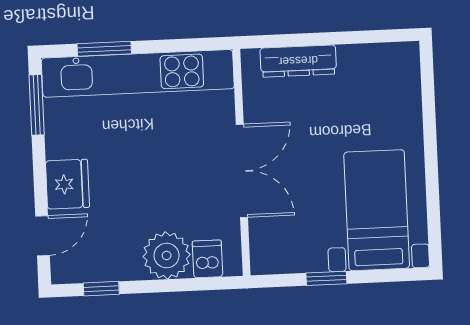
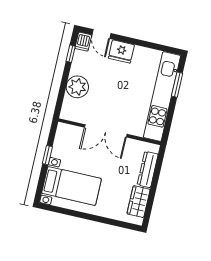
wardrobe: (370, 62) -> (139, 202), added
window: (37, 105) -> (160, 48), removed
dishwasher: (207, 259) -> (83, 42), moved, turned 90

